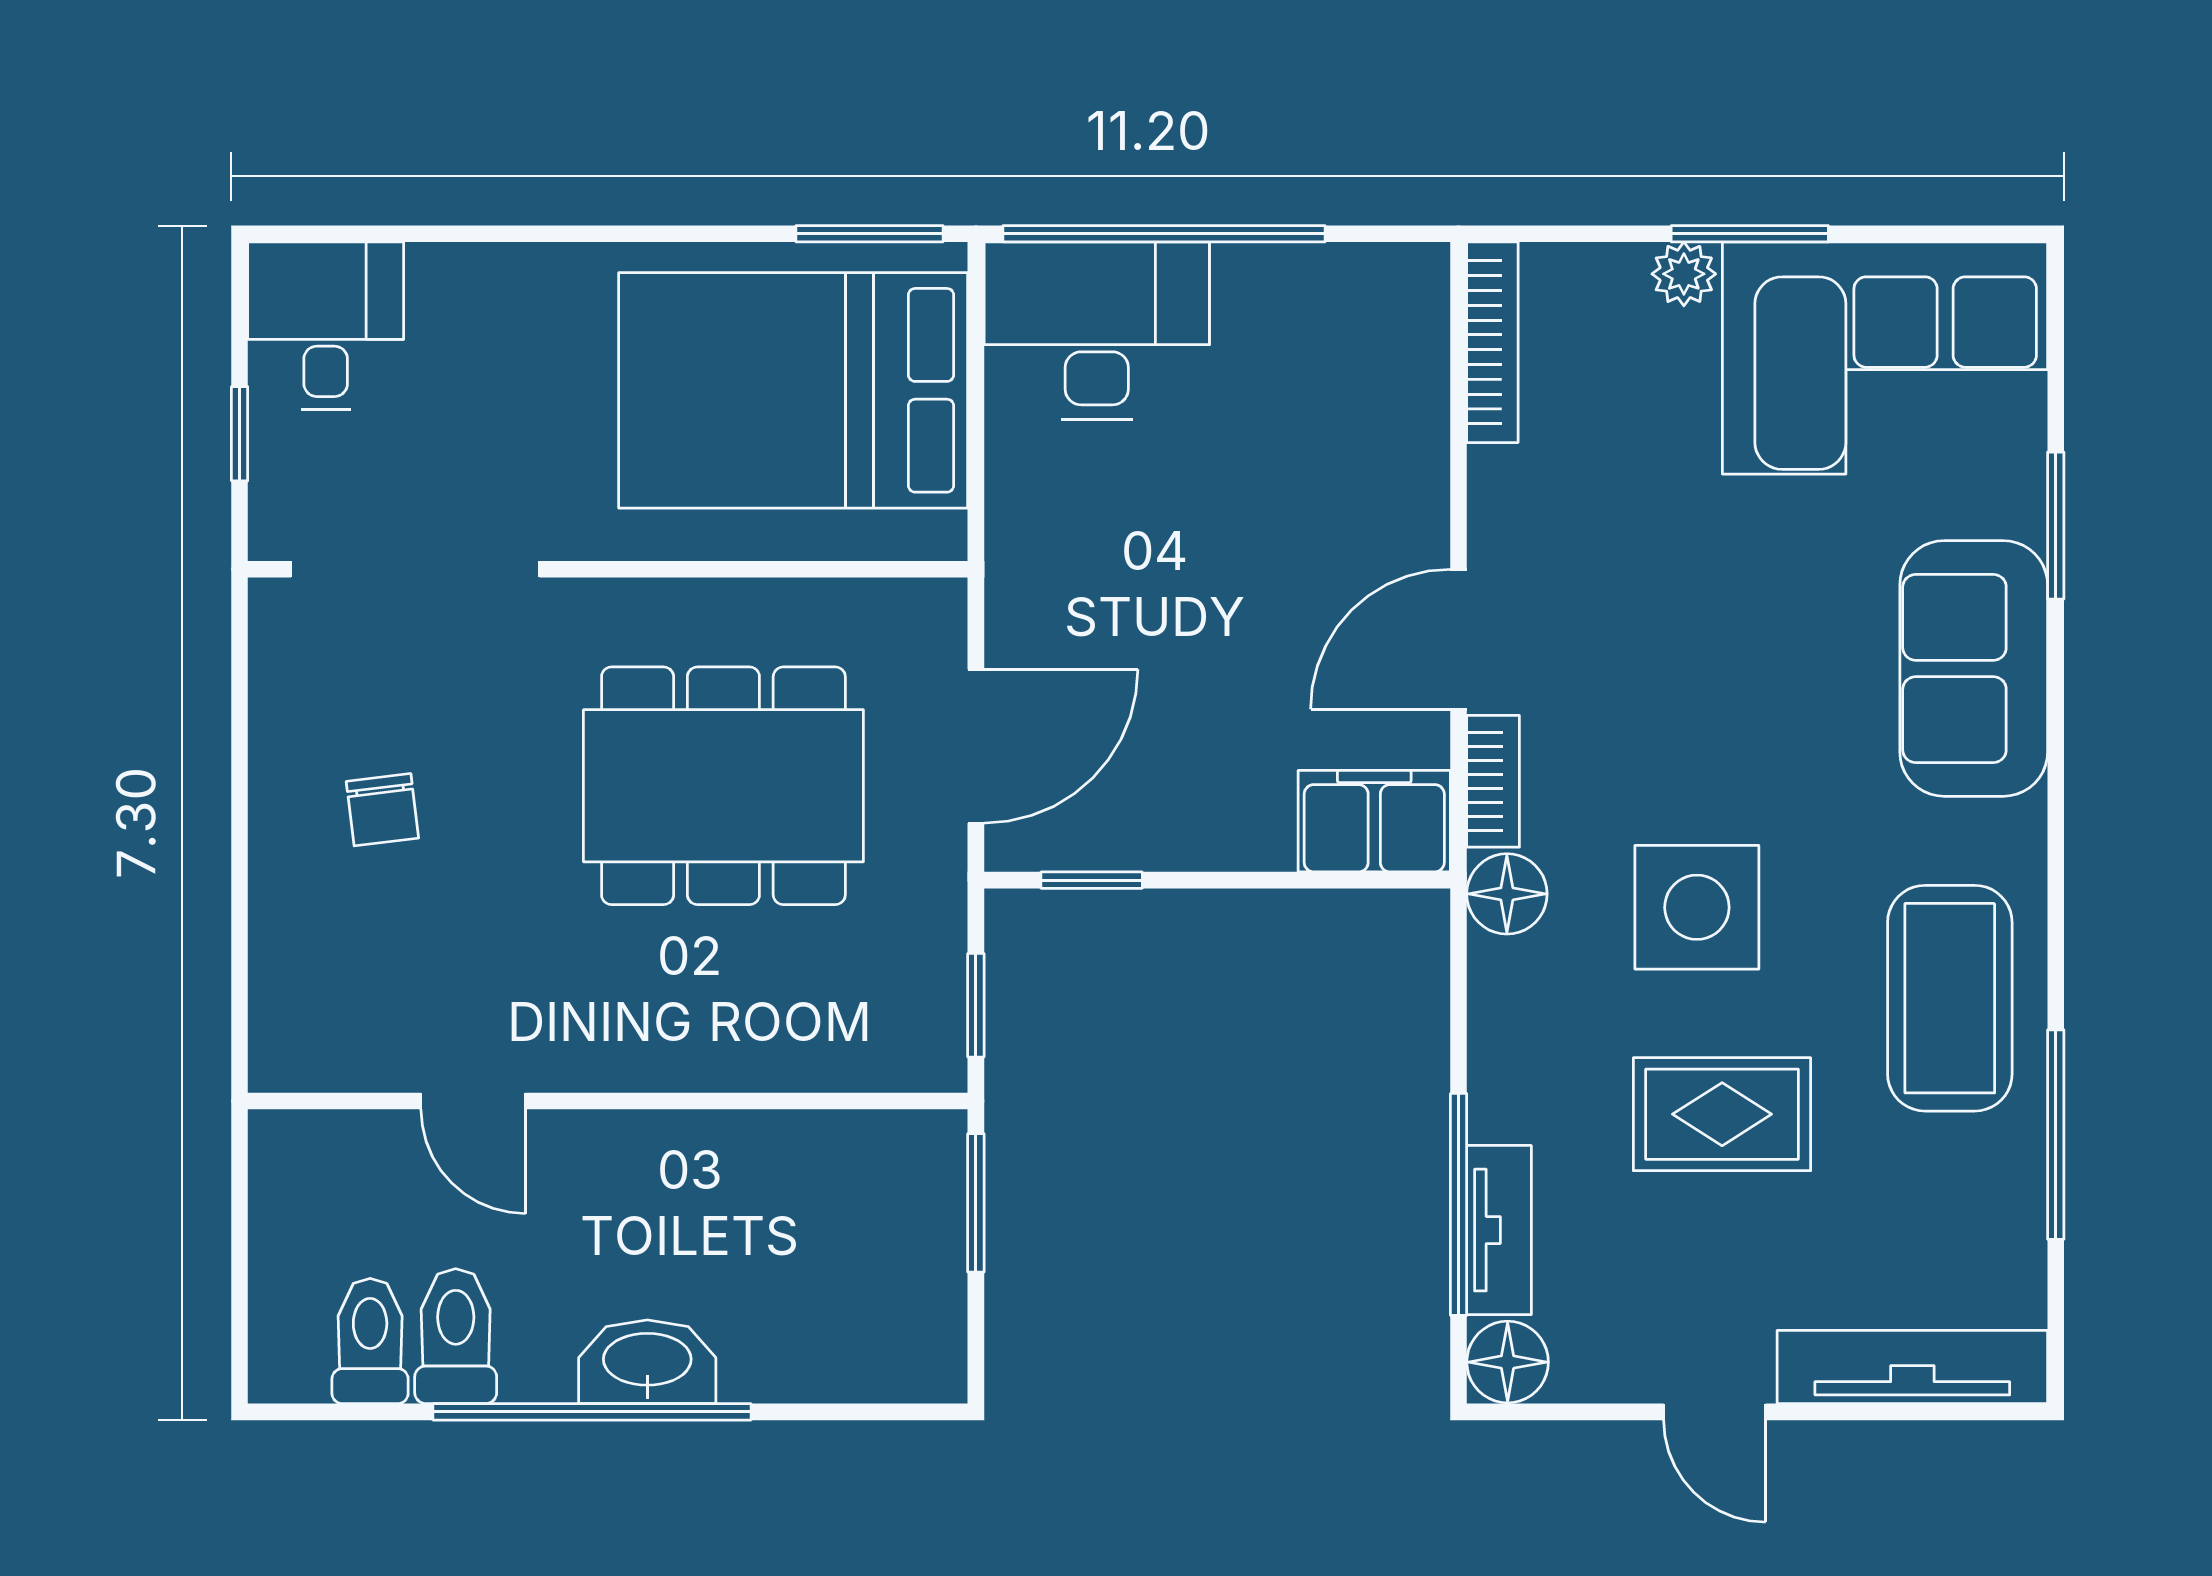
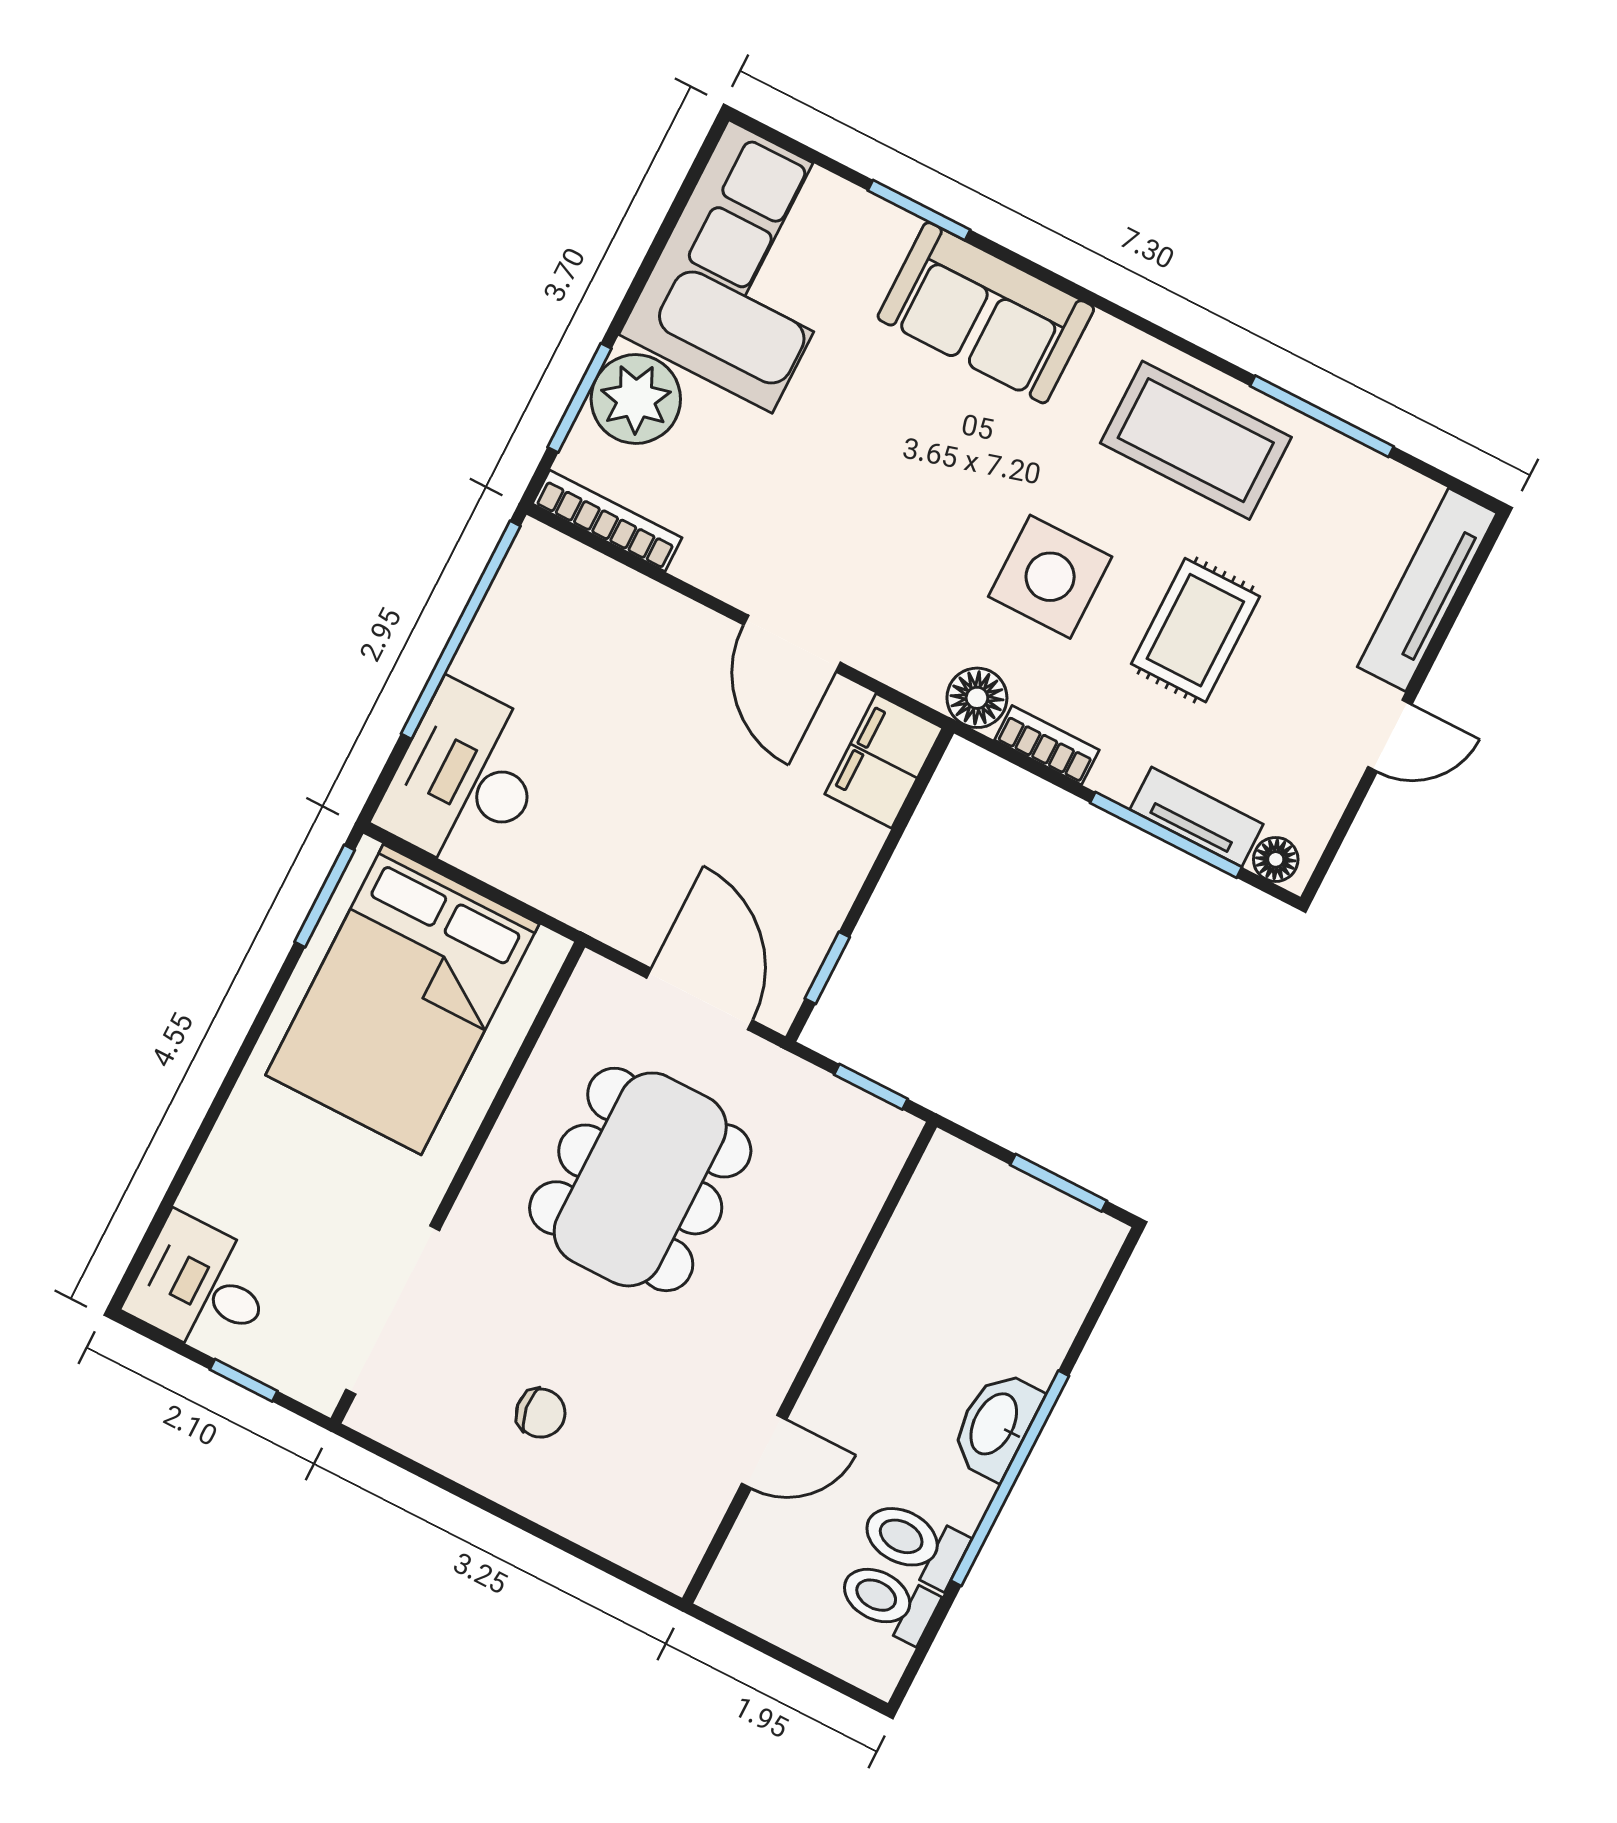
window: (1164, 234) -> (461, 630), moved
window: (1750, 234) -> (580, 398), moved
plant: (1684, 274) -> (636, 399), width x1.88, depth x1.88
bookcase: (1493, 781) -> (1047, 745), moved
window: (976, 1203) -> (1059, 1183), moved
floor lamp: (1508, 1362) -> (1276, 859), width x0.73, depth x0.73

